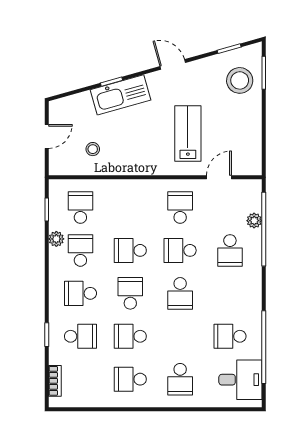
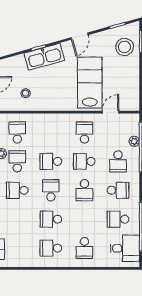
door: (173, 64) -> (79, 36), swing flipped
lab bench: (188, 133) -> (90, 83), width x1.36, depth x1.39
school desk: (80, 336) -> (118, 190), moved

